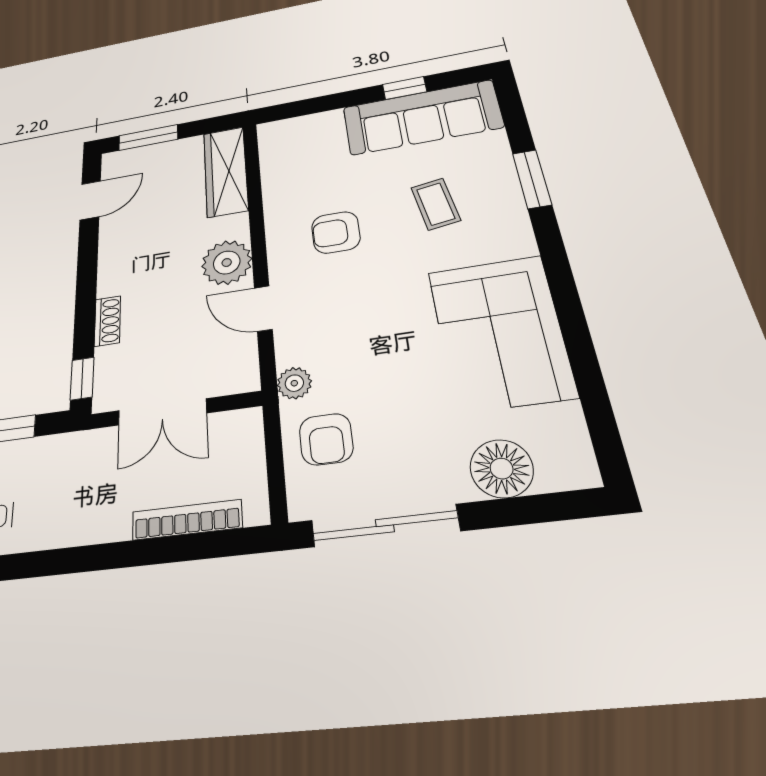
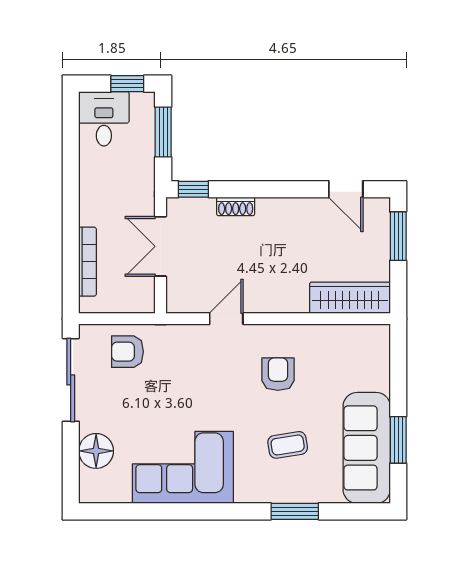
window: (405, 88) -> (398, 440), width x1.50
plant: (227, 262) -> (268, 295), removed
plant: (294, 383) -> (168, 335), removed

